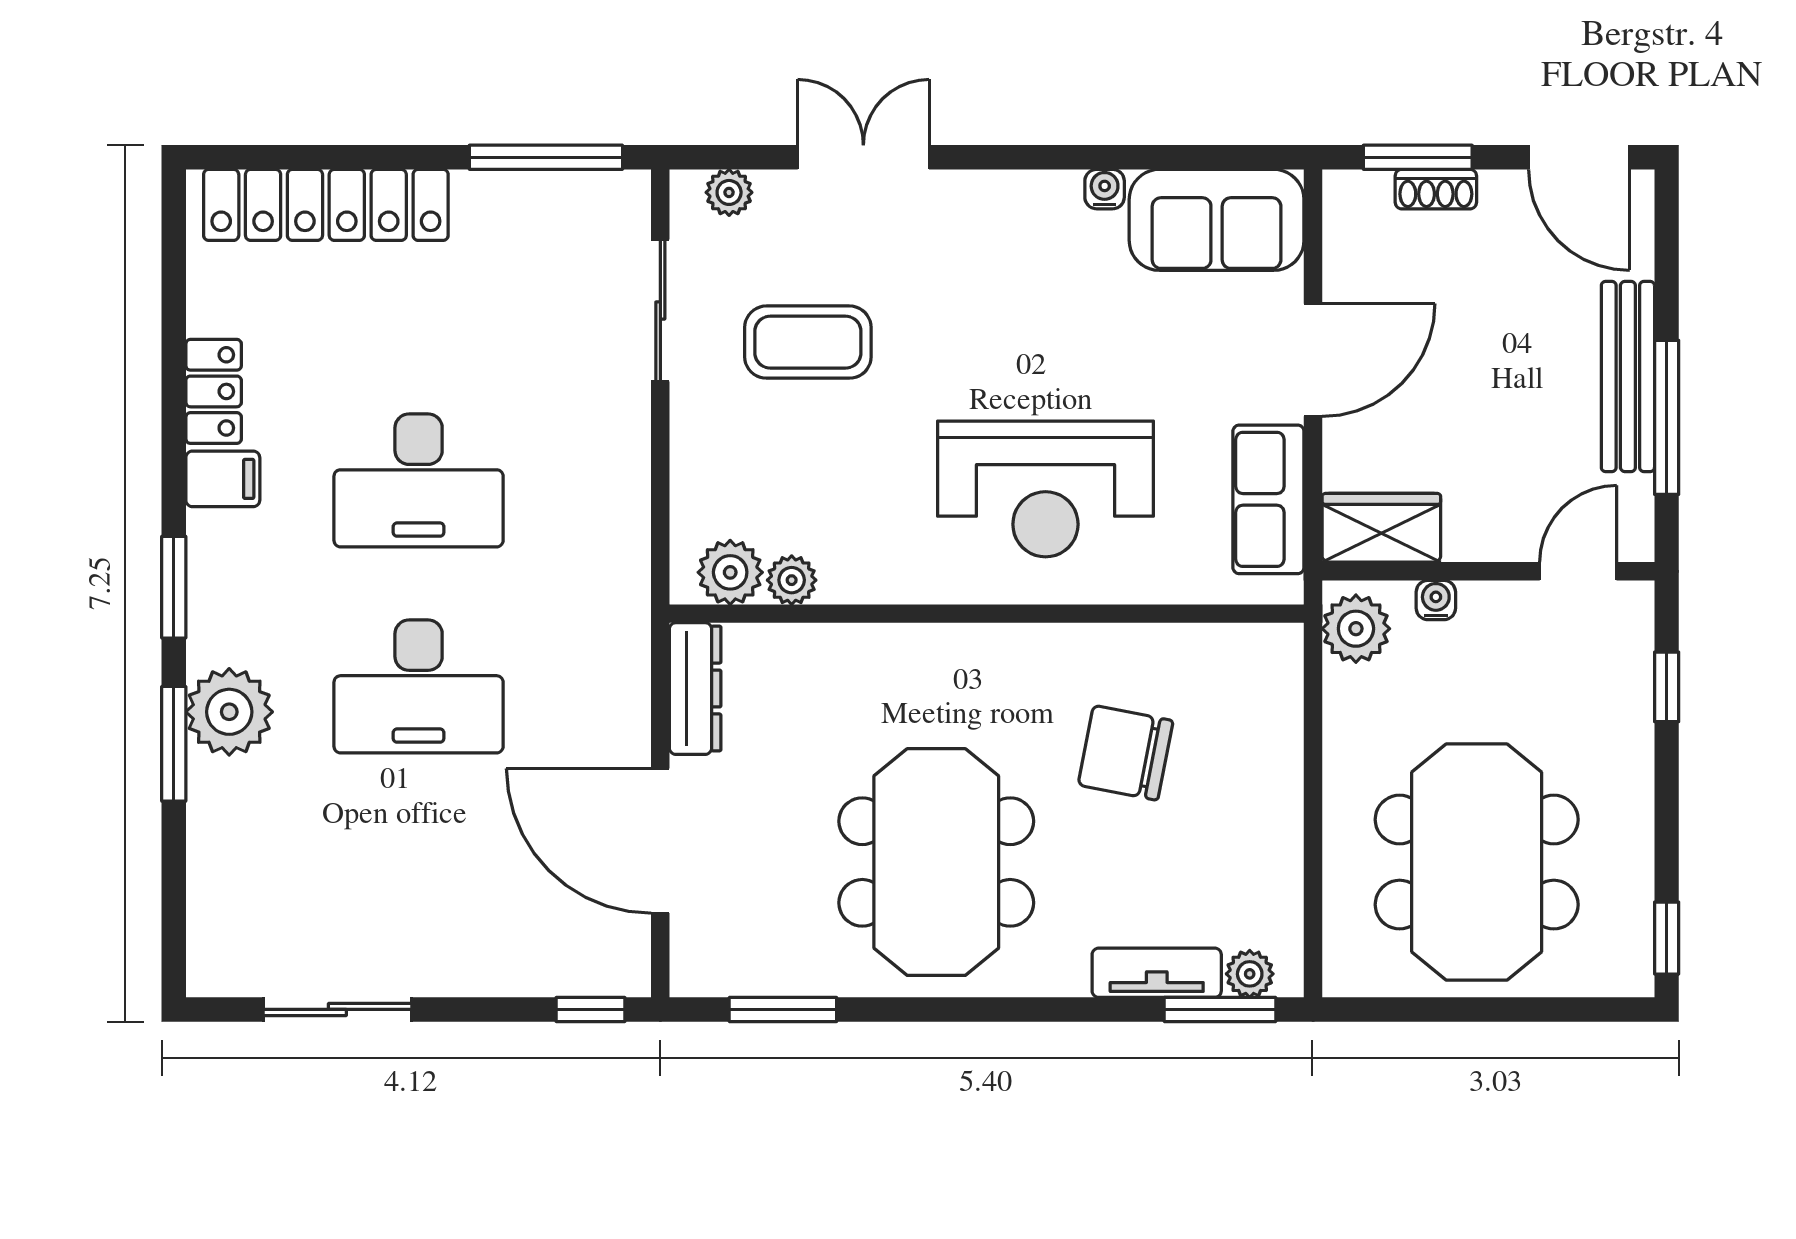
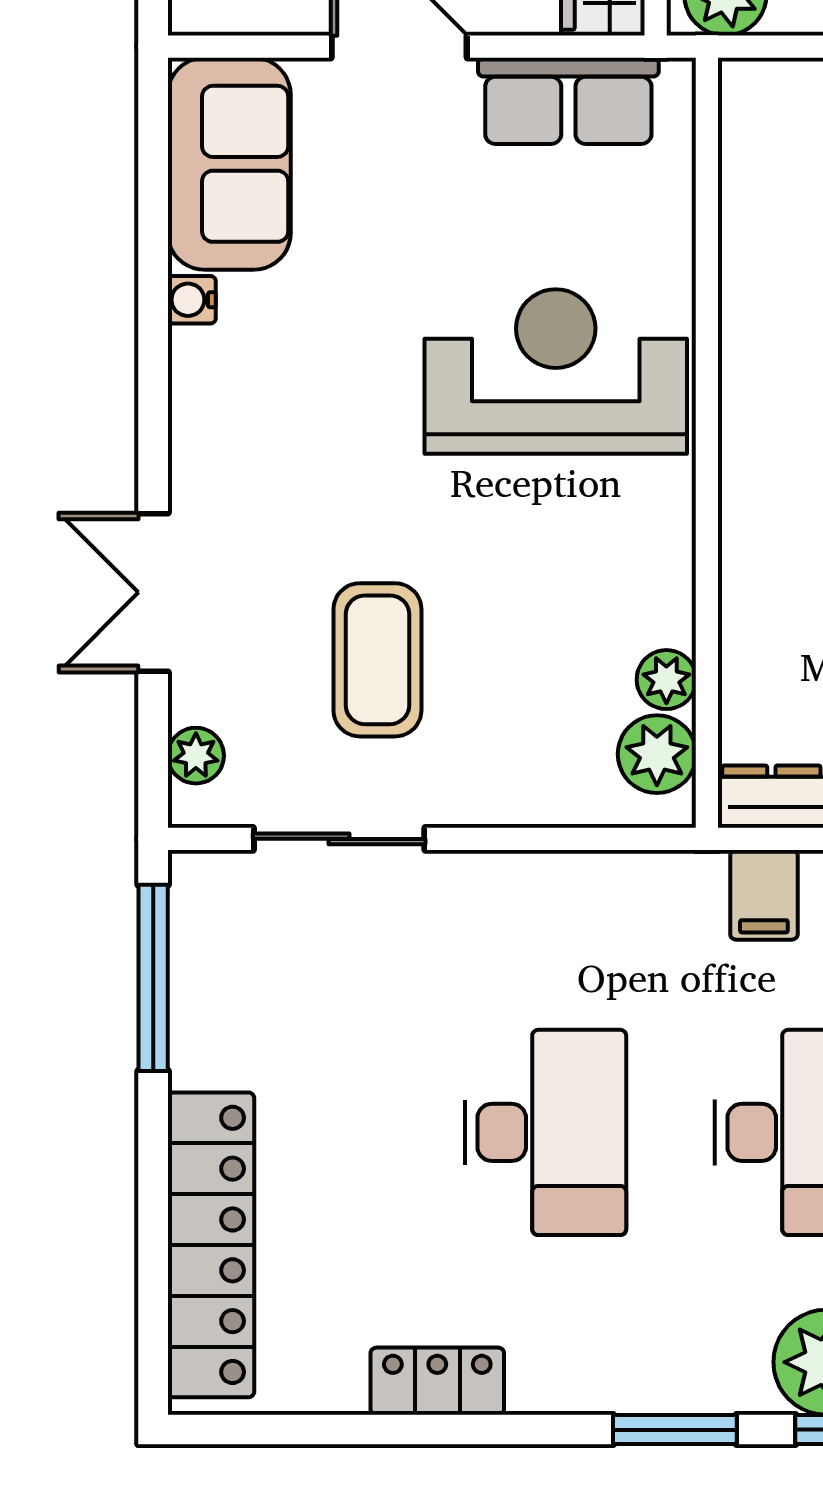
filing cabinet: (223, 479) -> (764, 895), moved, turned 180
reception desk: (1045, 489) -> (556, 371), turned -90

